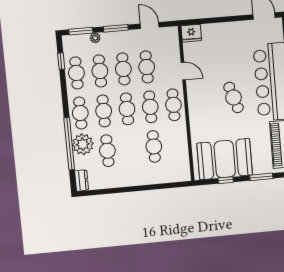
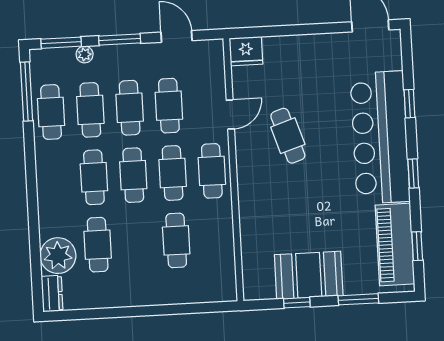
window: (61, 61) -> (27, 92), width x2.17
door: (183, 71) -> (230, 114), hinge flipped
cafe table: (234, 97) -> (288, 136), moved
cafe table: (80, 113) -> (55, 179), removed
window: (69, 144) -> (34, 231), removed
plant: (83, 144) -> (58, 256), moved
booth: (225, 159) -> (309, 275), width x0.73, depth x0.70

